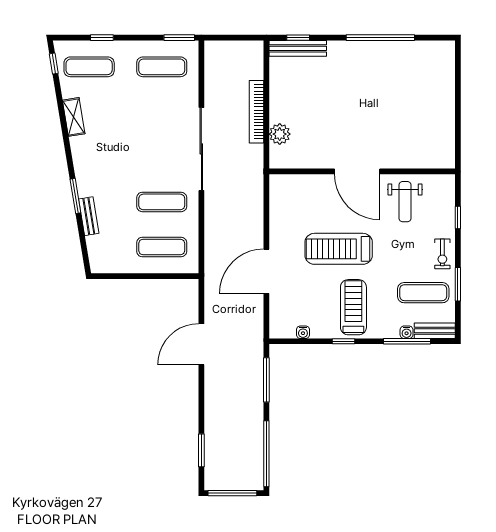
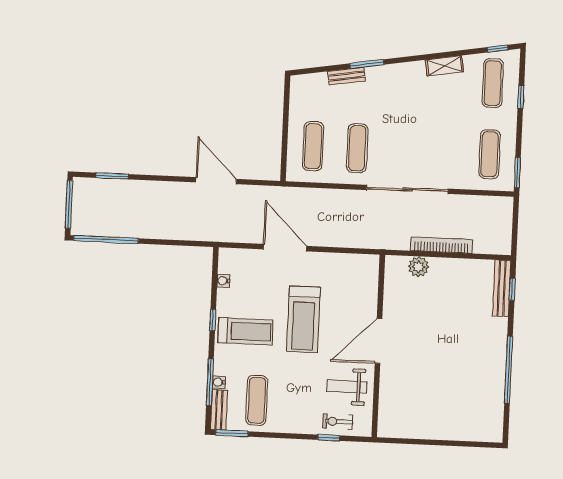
treadmill: (339, 249) -> (303, 319), turned 180
exercise bike: (442, 254) -> (338, 422), moved
window: (458, 284) -> (232, 433), moved
window: (266, 380) -> (178, 243), removed

